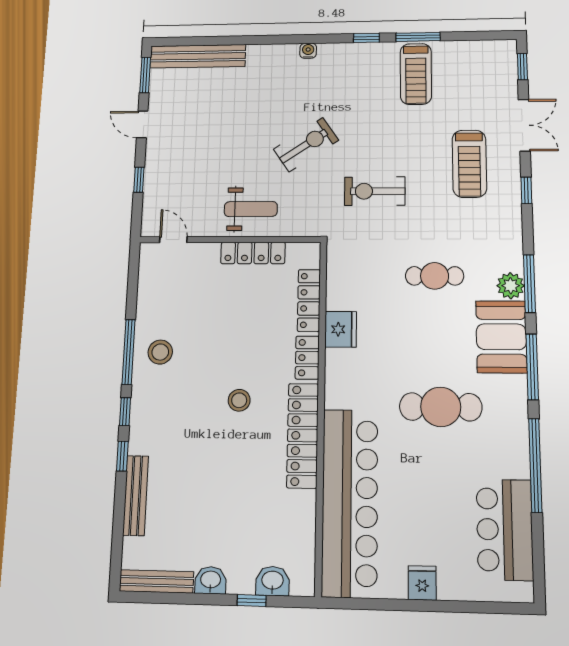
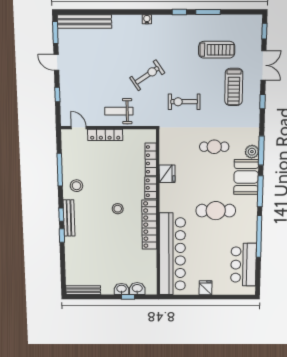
treadmill: (416, 74) -> (217, 50), moved, turned -90
weight bench: (251, 209) -> (119, 111), turned 180
locker: (253, 253) -> (105, 135), moved
window: (129, 352) -> (60, 170), moved
bench: (136, 495) -> (69, 218), moved
washbasin: (211, 580) -> (122, 289), moved

